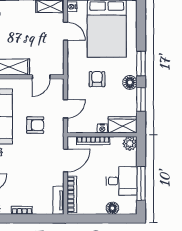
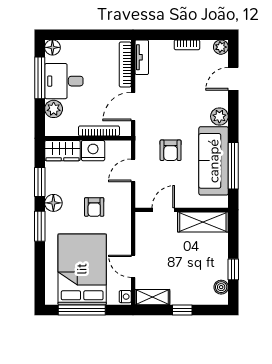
armchair: (35, 125) -> (171, 150), turned -90
nightstand: (102, 128) -> (93, 151), width x1.89, depth x1.79
plant: (130, 144) -> (54, 109), moved
floor lamp: (112, 208) -> (52, 47), moved

